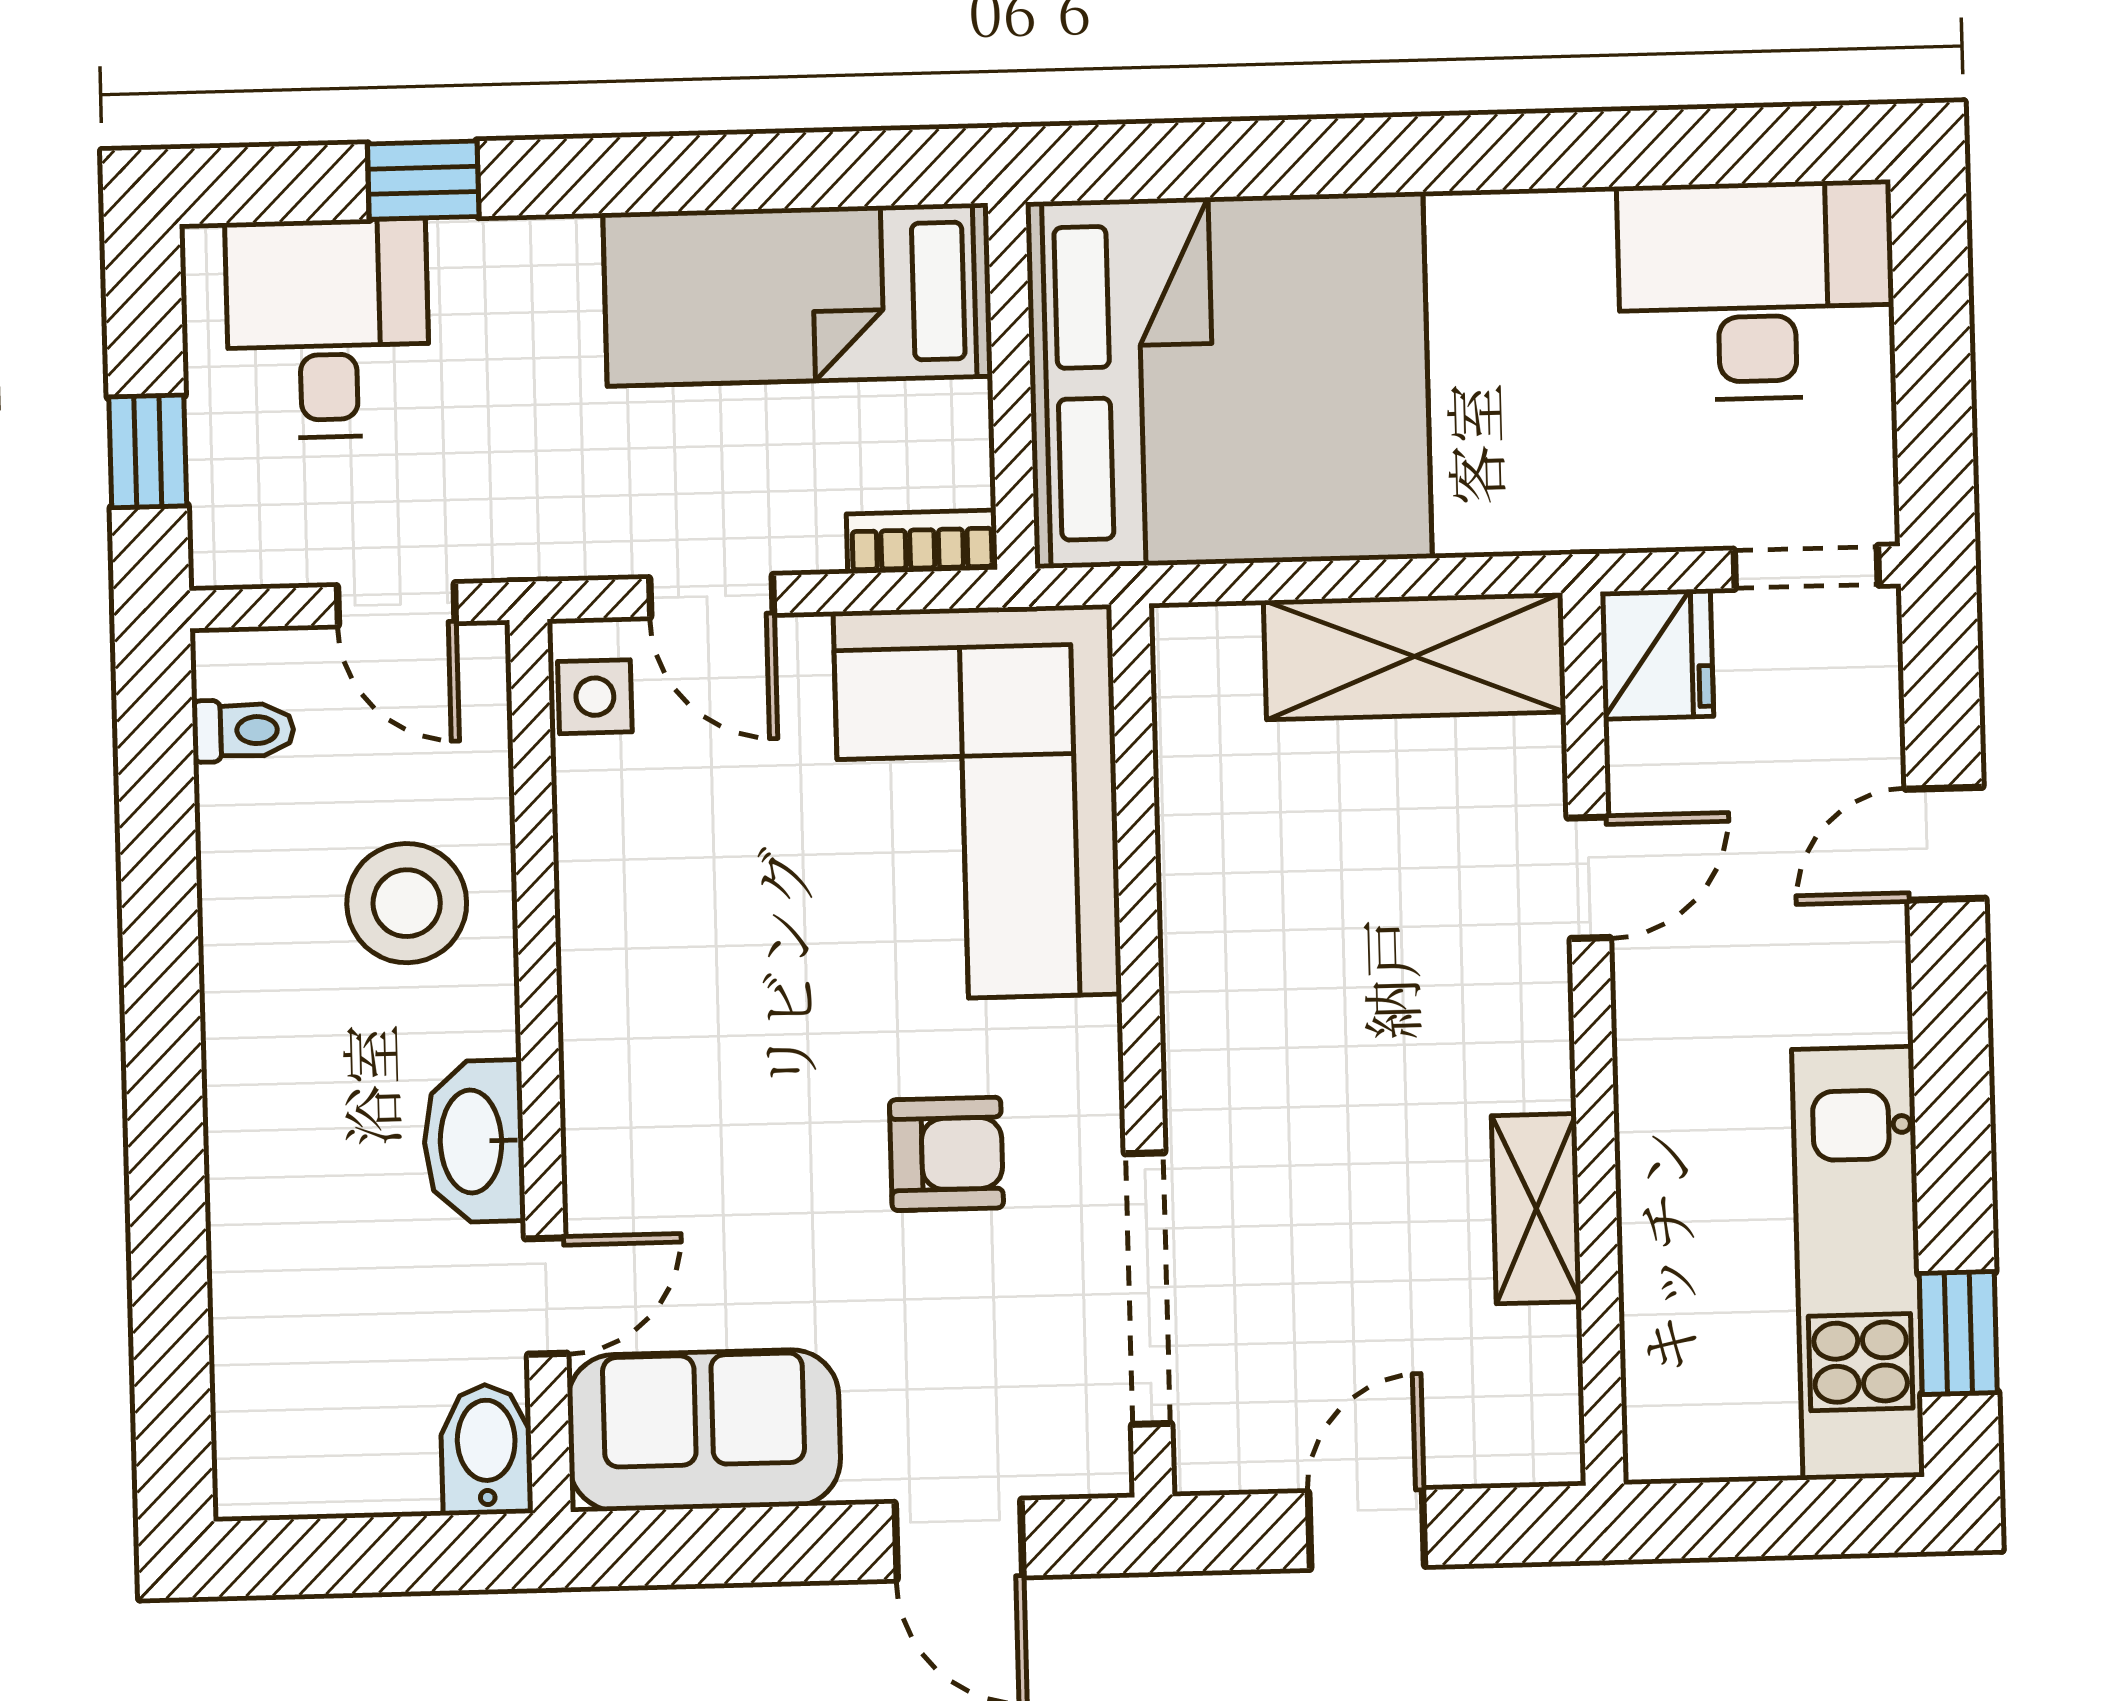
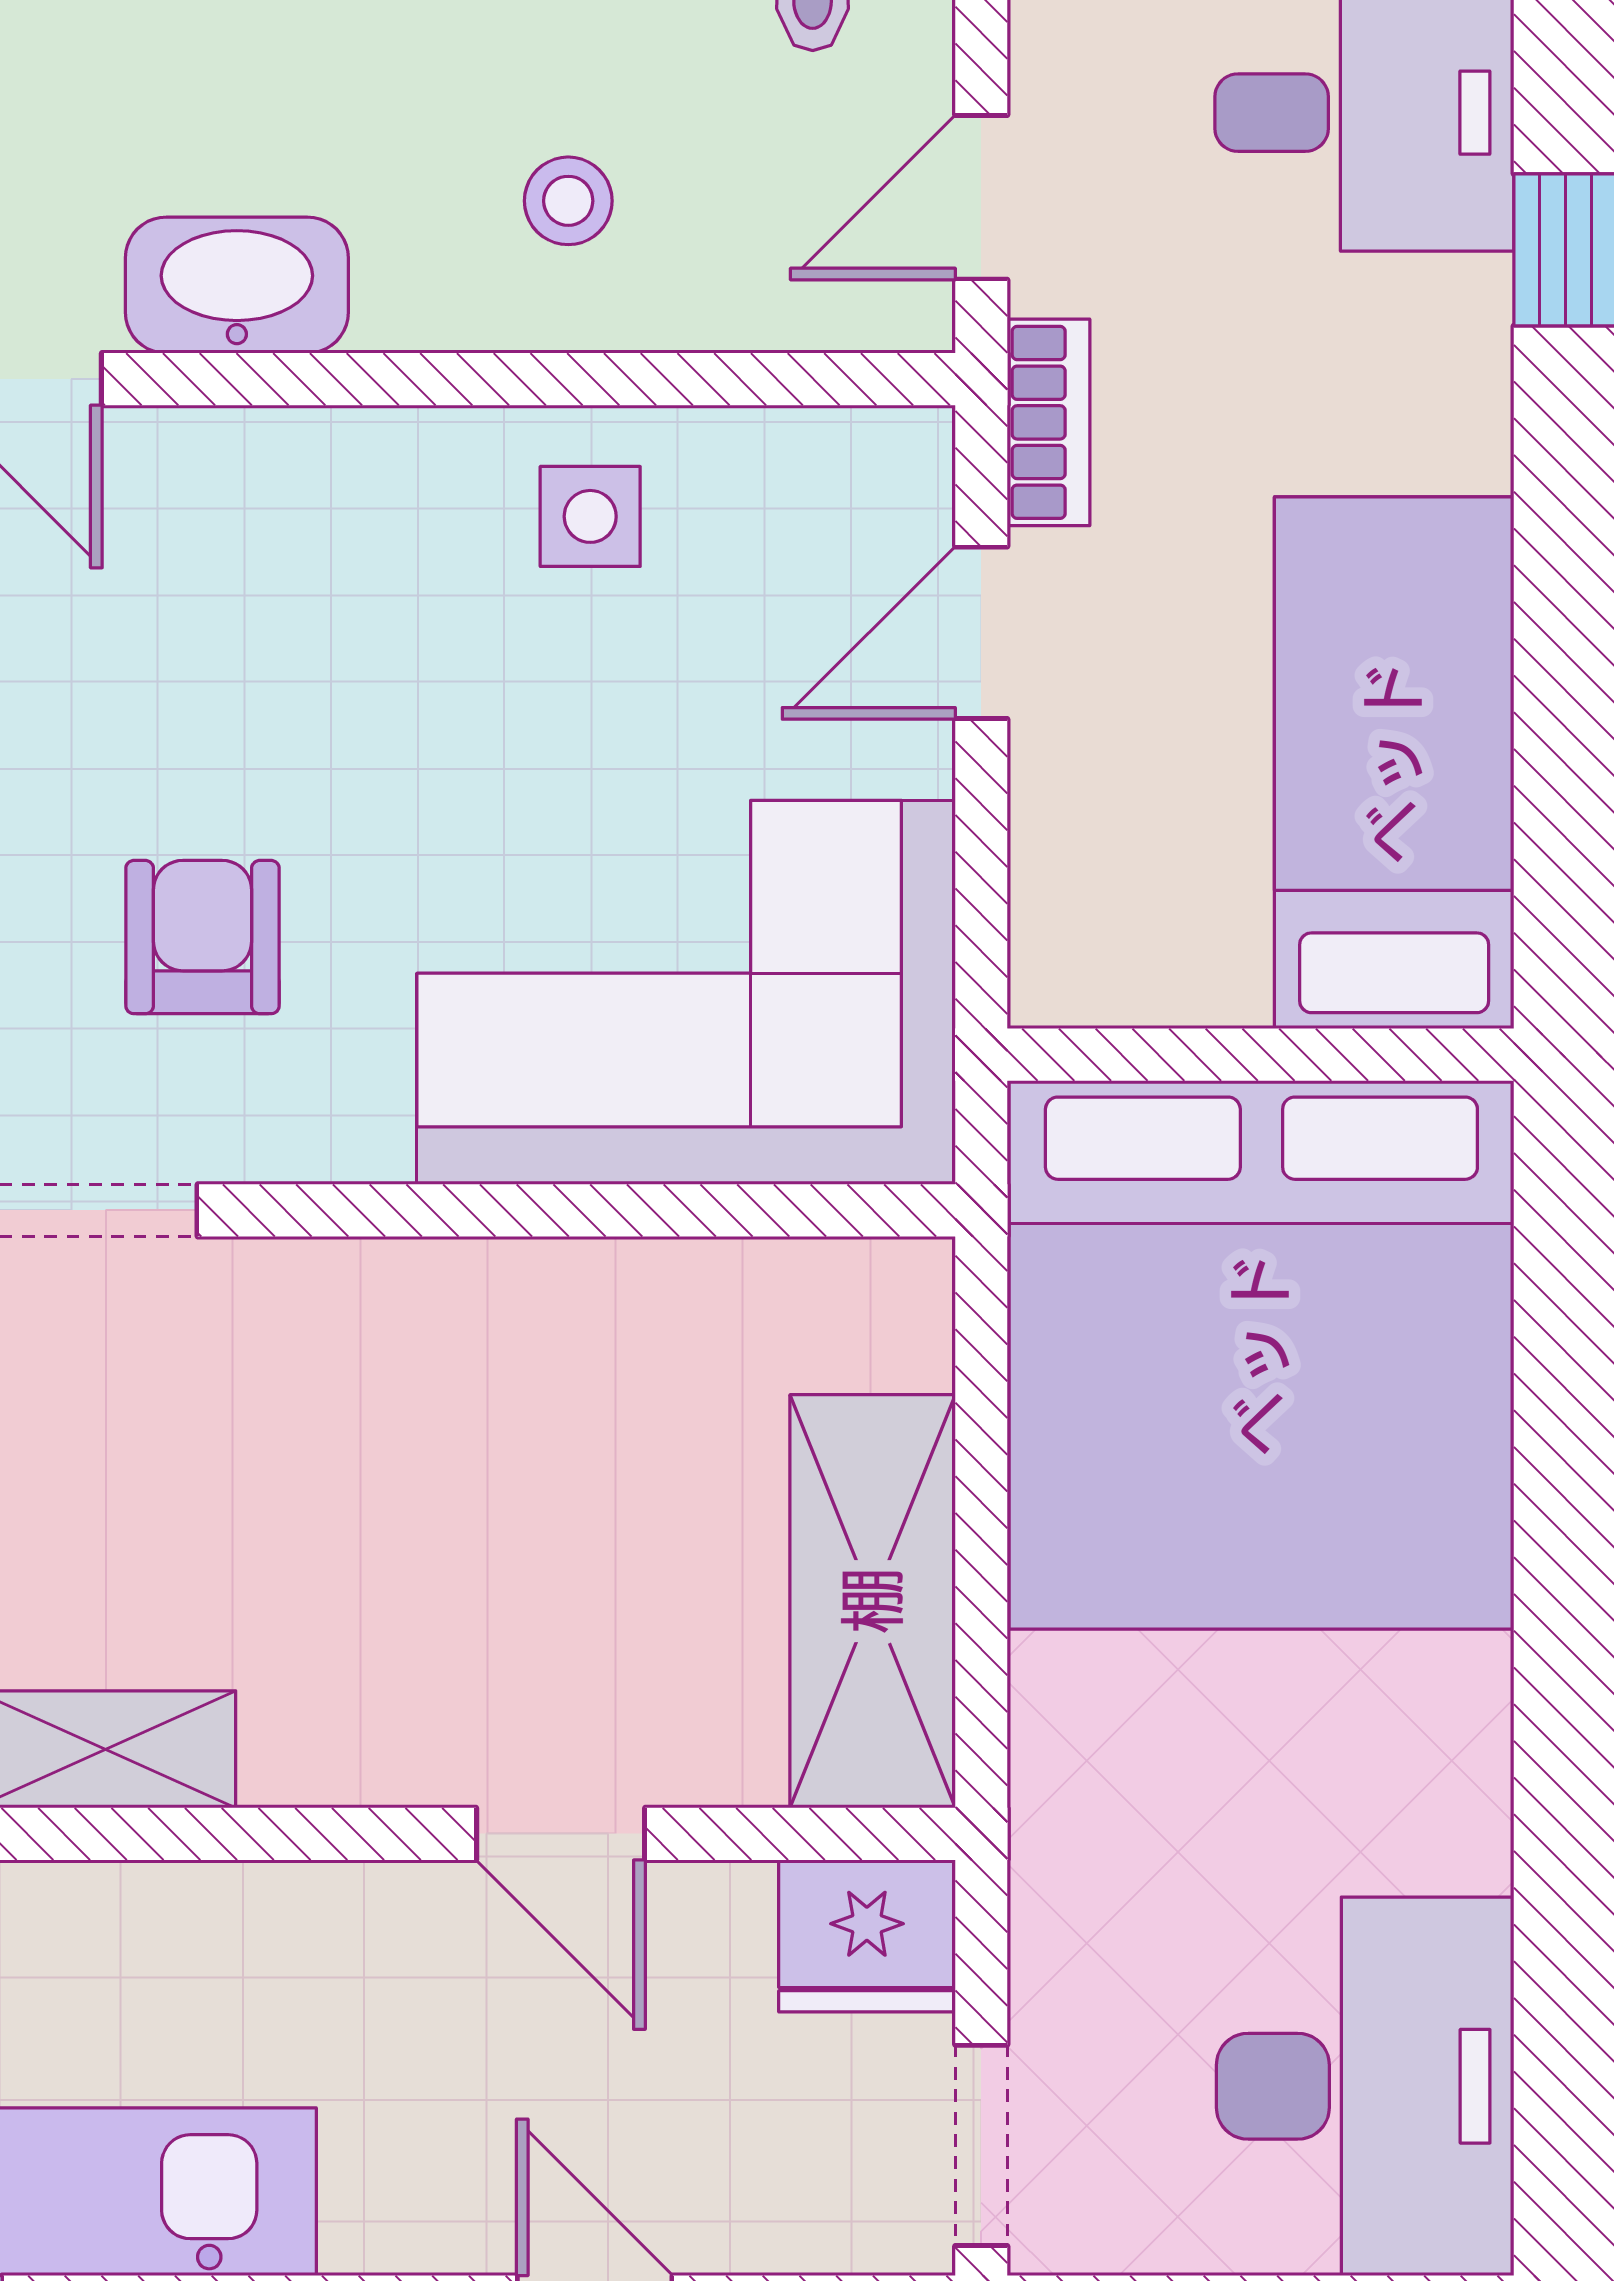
bookcase: (922, 542) -> (1049, 422), moved
side table: (595, 697) -> (590, 516), moved
stool: (407, 903) -> (568, 201), width x0.53, depth x0.53
armchair: (946, 1154) -> (203, 937), turned 180

